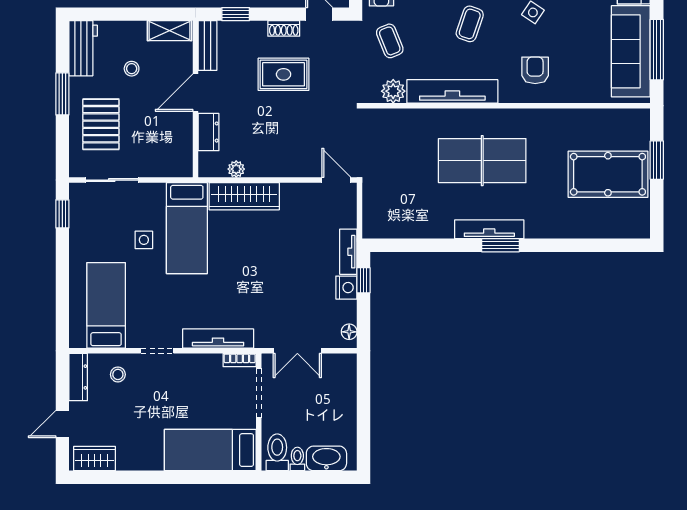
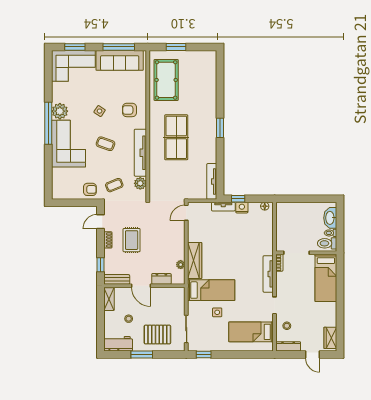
pool table: (608, 174) -> (166, 80), moved
tv unit: (489, 229) -> (212, 181), moved
double door: (297, 351) -> (275, 233), removed

